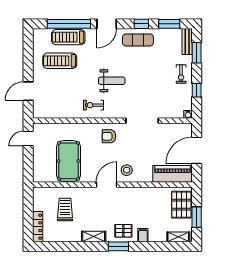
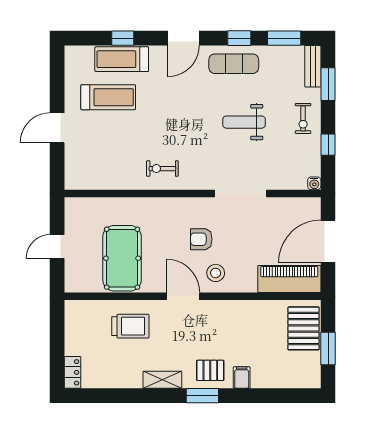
window: (69, 24) -> (123, 38), width x0.32
treadmill: (60, 61) -> (108, 97), turned 180
weight bench: (112, 81) -> (244, 122), moved, turned 180
door: (28, 91) -> (57, 128), moved
armchair: (109, 136) -> (201, 239), moved
door: (28, 139) -> (57, 247), moved
door: (106, 185) -> (183, 296), hinge flipped
trolley: (65, 209) -> (130, 326), moved, turned 90
locker: (38, 227) -> (72, 372), width x0.66
shelving: (178, 237) -> (299, 380), removed

